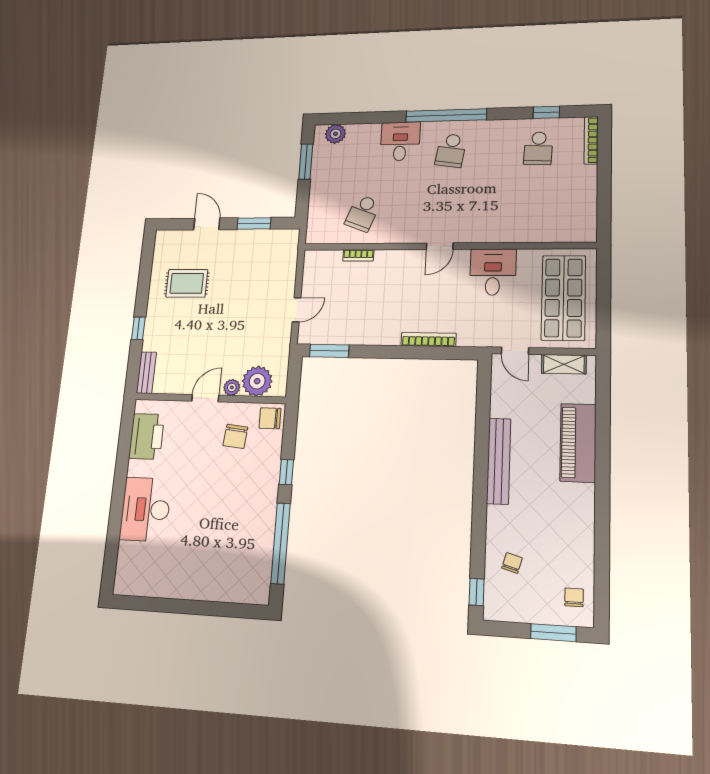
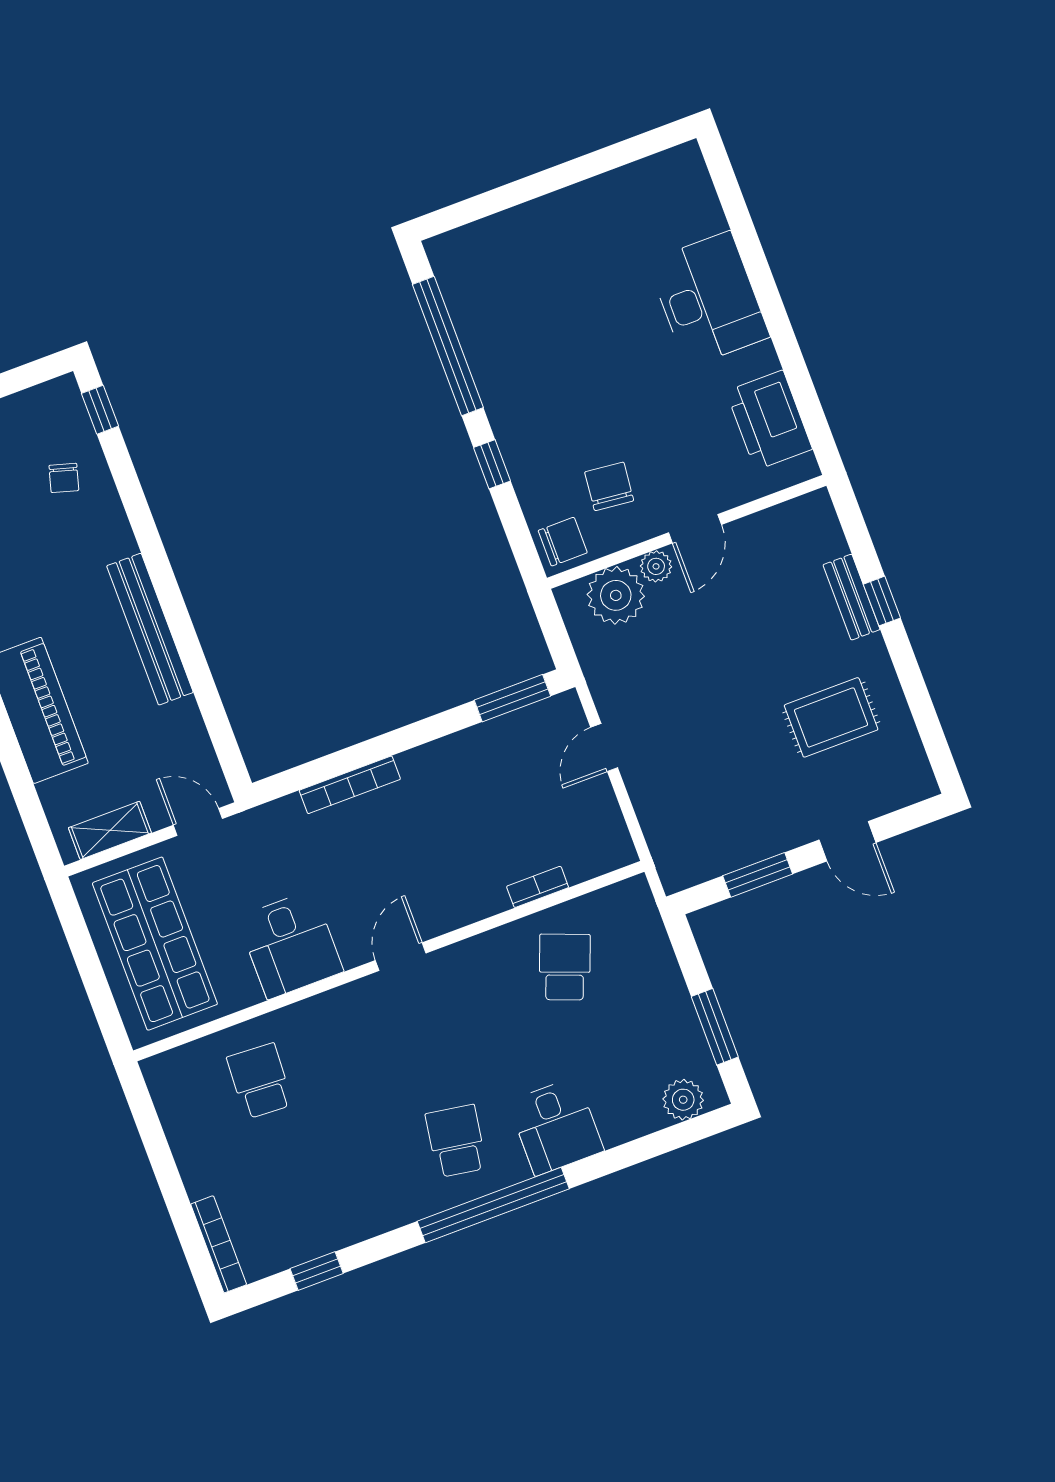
school desk: (538, 148) -> (260, 1081), moved
bench: (146, 373) -> (851, 597), moved

